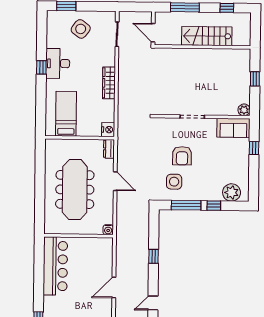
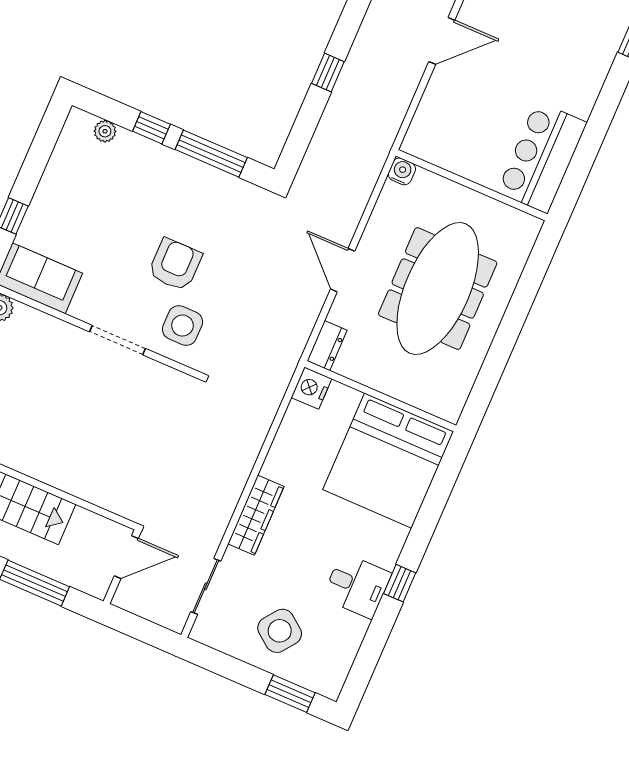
door: (153, 33) -> (126, 557), hinge flipped
desk: (58, 63) -> (357, 586), width x0.73
wardrobe: (109, 83) -> (256, 515), moved
bed: (66, 114) -> (388, 461), width x2.04
side table: (174, 182) -> (182, 326), moved
plant: (232, 192) -> (105, 131), width x0.53, depth x0.53
bar counter: (55, 266) -> (542, 157), width x0.73

